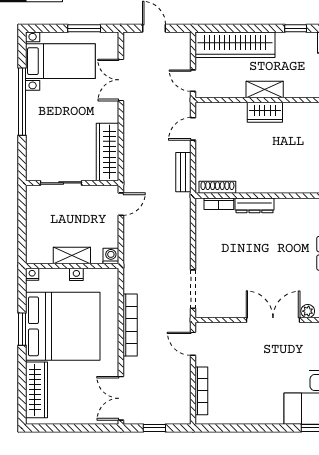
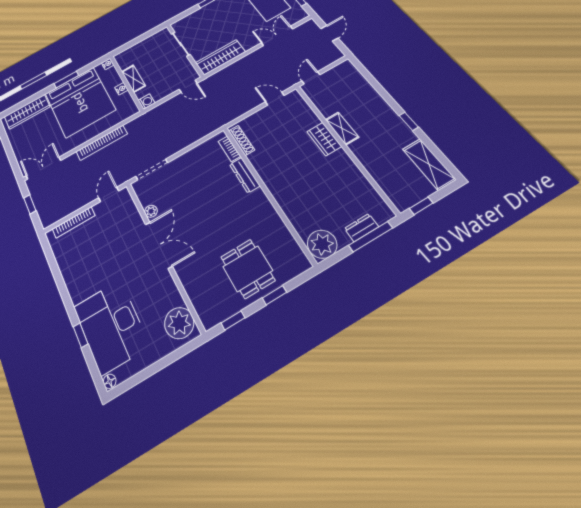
wardrobe: (235, 45) -> (360, 88), removed
bench: (183, 172) -> (238, 111), removed
plant: (308, 311) -> (151, 211), moved

